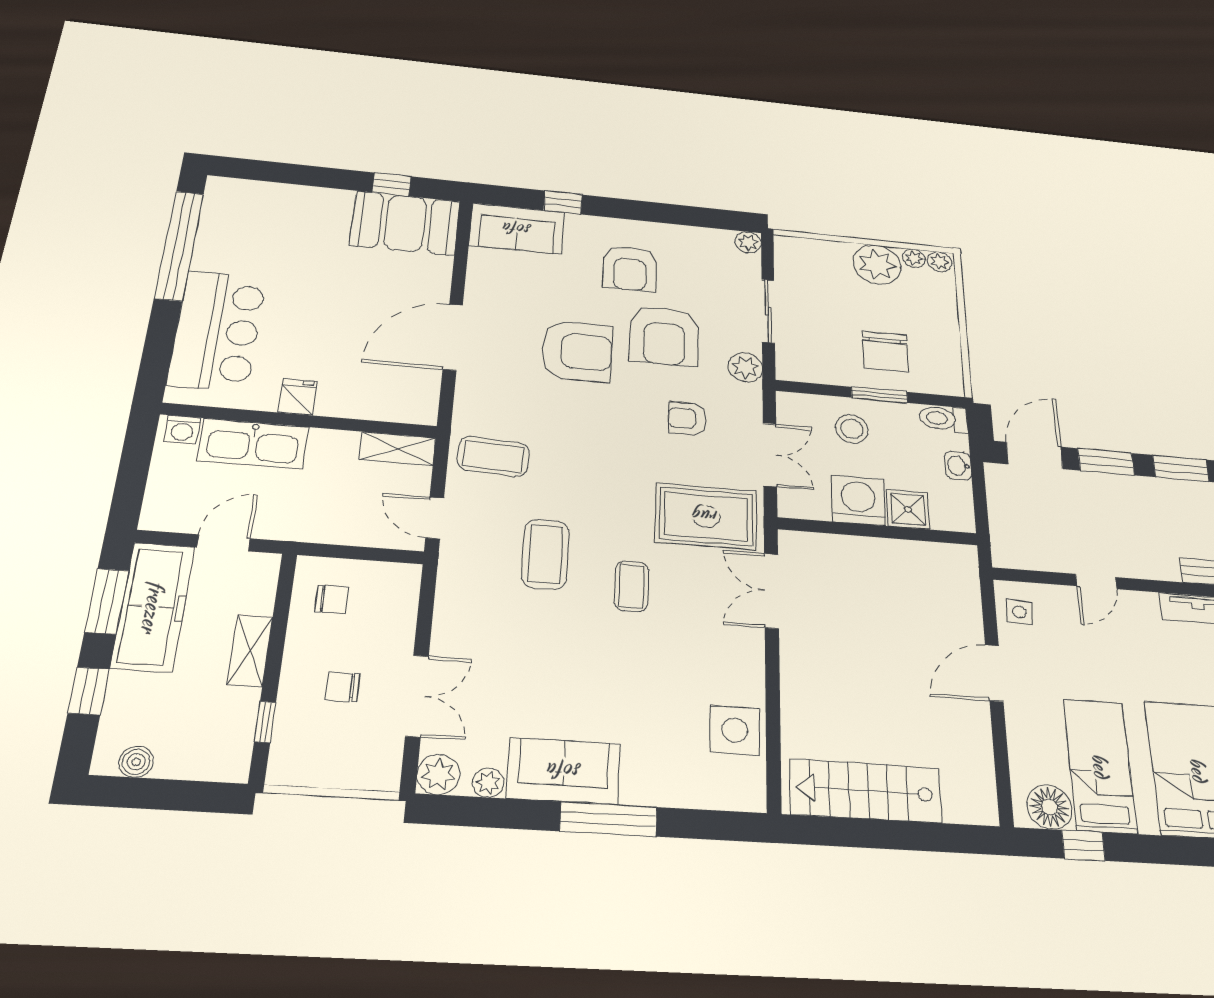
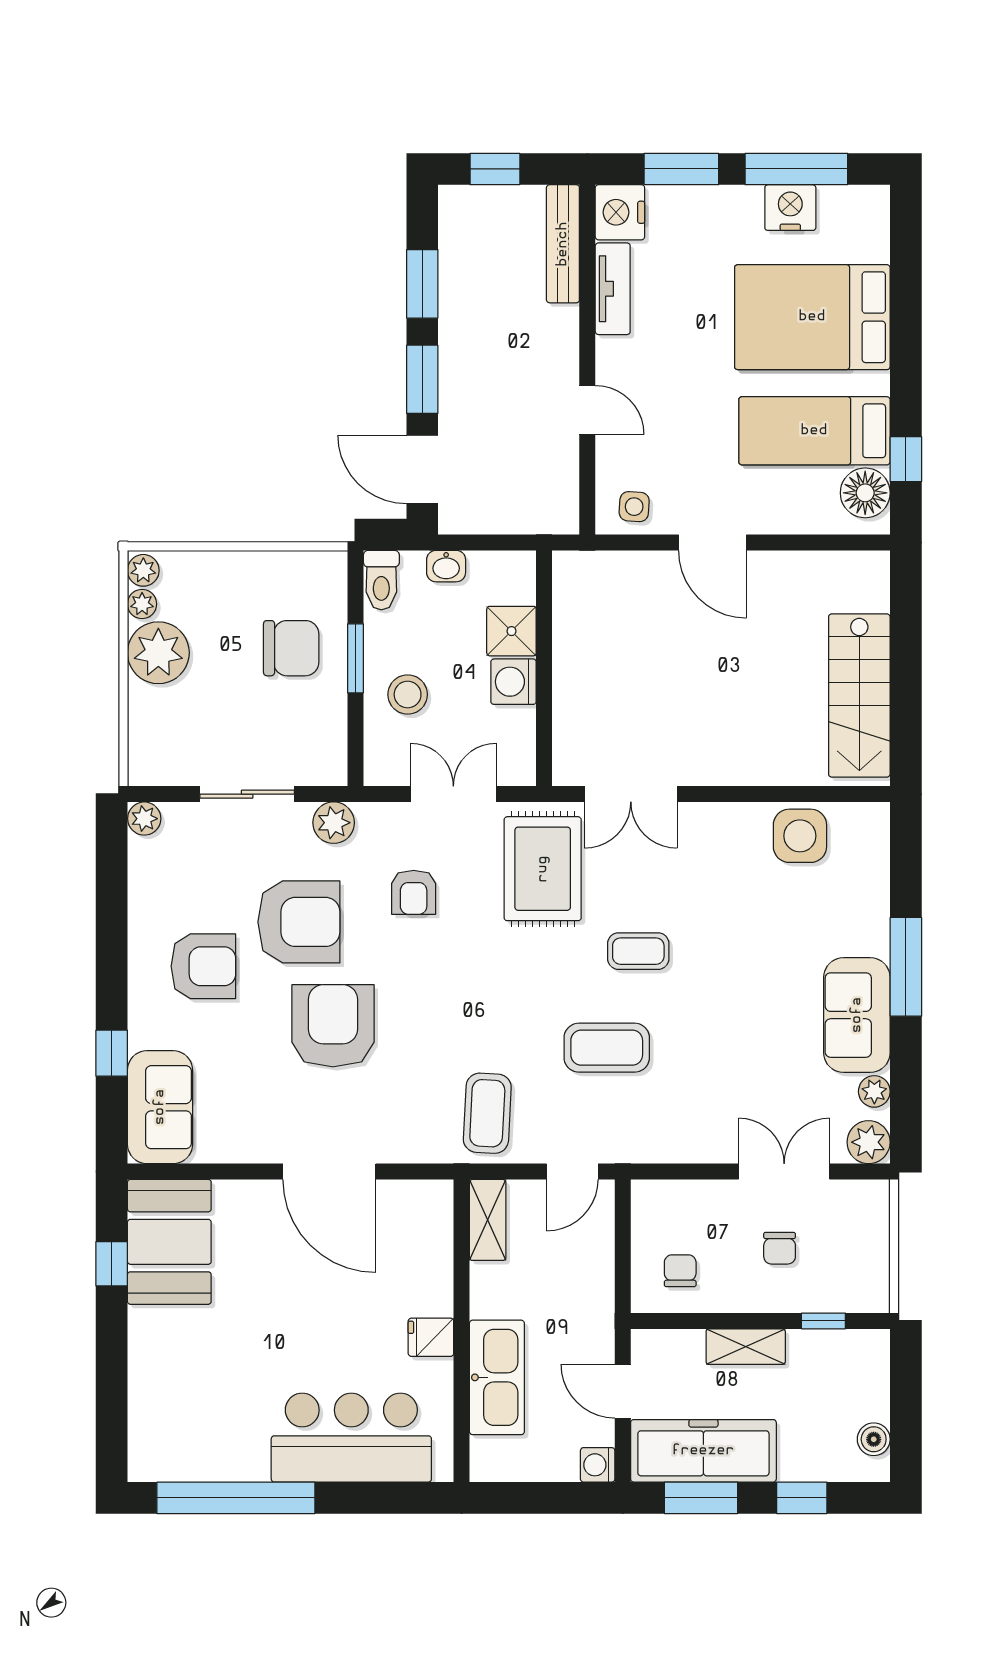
washing machine: (182, 430) -> (598, 1465), moved, turned 180
washing machine: (858, 500) -> (514, 682), width x0.73, depth x0.73

